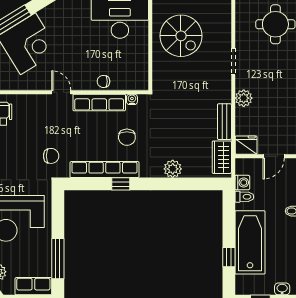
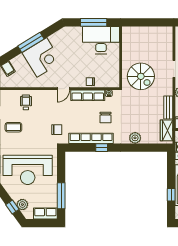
spiral stairs: (181, 36) -> (141, 76), moved
door: (61, 92) -> (63, 89), swing flipped

